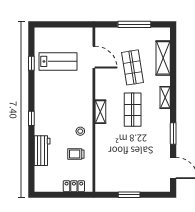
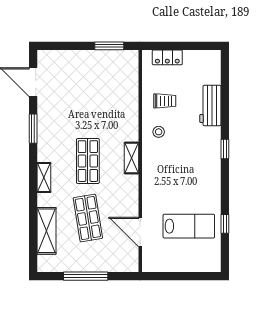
lab bench: (58, 61) -> (189, 226), turned 180
window: (129, 195) -> (109, 46), moved

